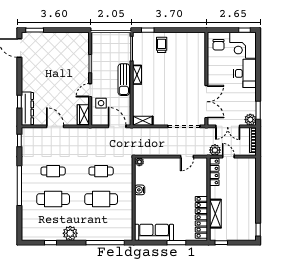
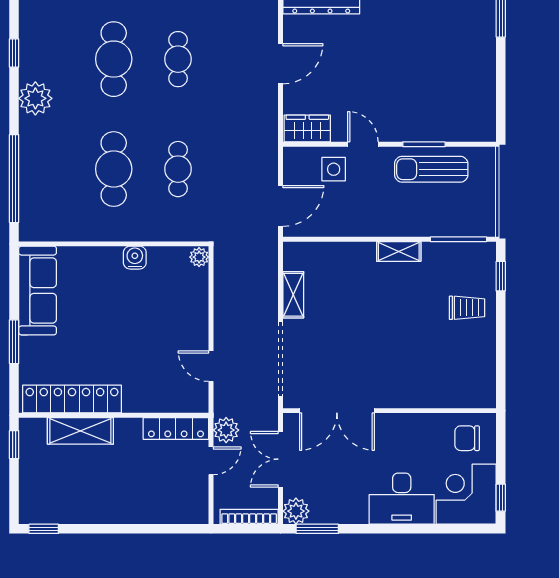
sun lounger: (124, 80) -> (431, 169), moved
shelving: (143, 121) -> (293, 295), moved

